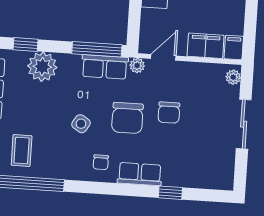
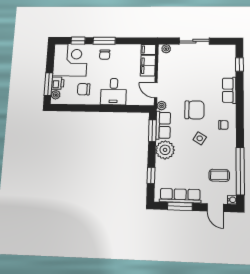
window: (97, 49) -> (152, 131), width x0.69
plant: (42, 67) -> (165, 150), moved
chair: (169, 113) -> (190, 85), removed
row of seats: (140, 174) -> (229, 90), moved
window: (170, 193) -> (239, 65), moved

